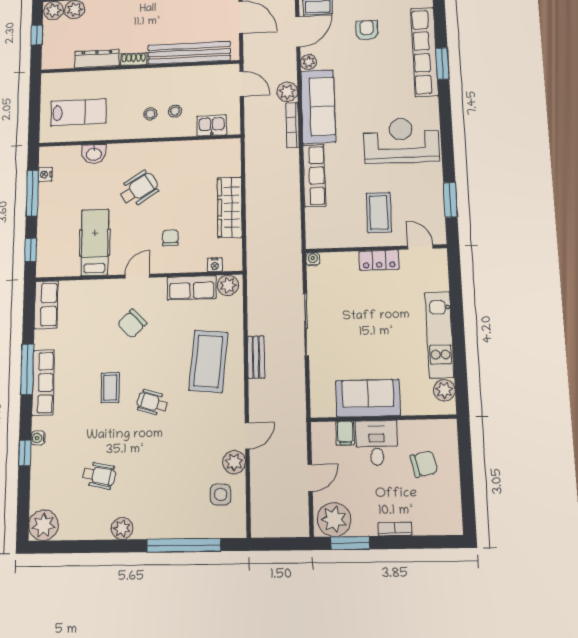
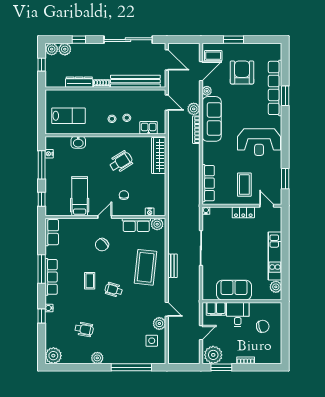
armchair: (367, 30) -> (242, 72), width x1.88, depth x1.88
reception desk: (401, 141) -> (259, 142), turned 180
row of seats: (314, 176) -> (208, 183), moved
wheelchair: (139, 189) -> (121, 162), moved
wardrobe: (230, 207) -> (159, 156), moved
filing cabinet: (345, 433) -> (216, 309), width x2.00
door: (247, 436) -> (167, 309), hinge flipped

